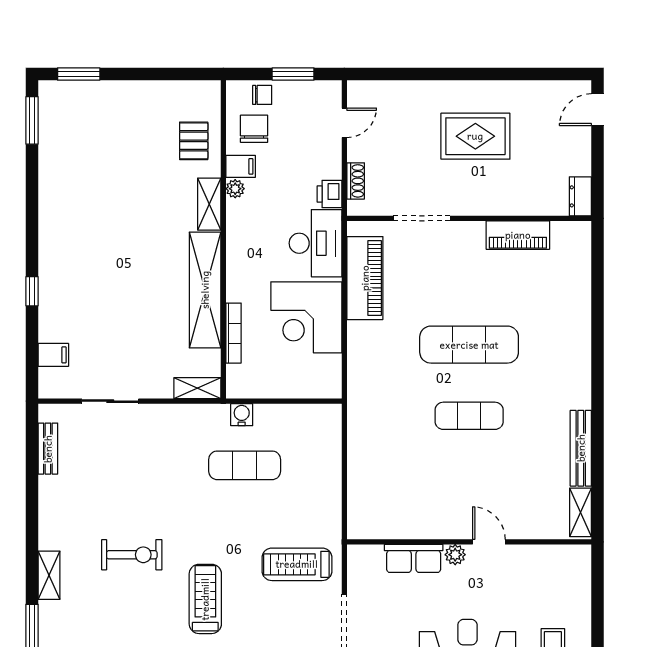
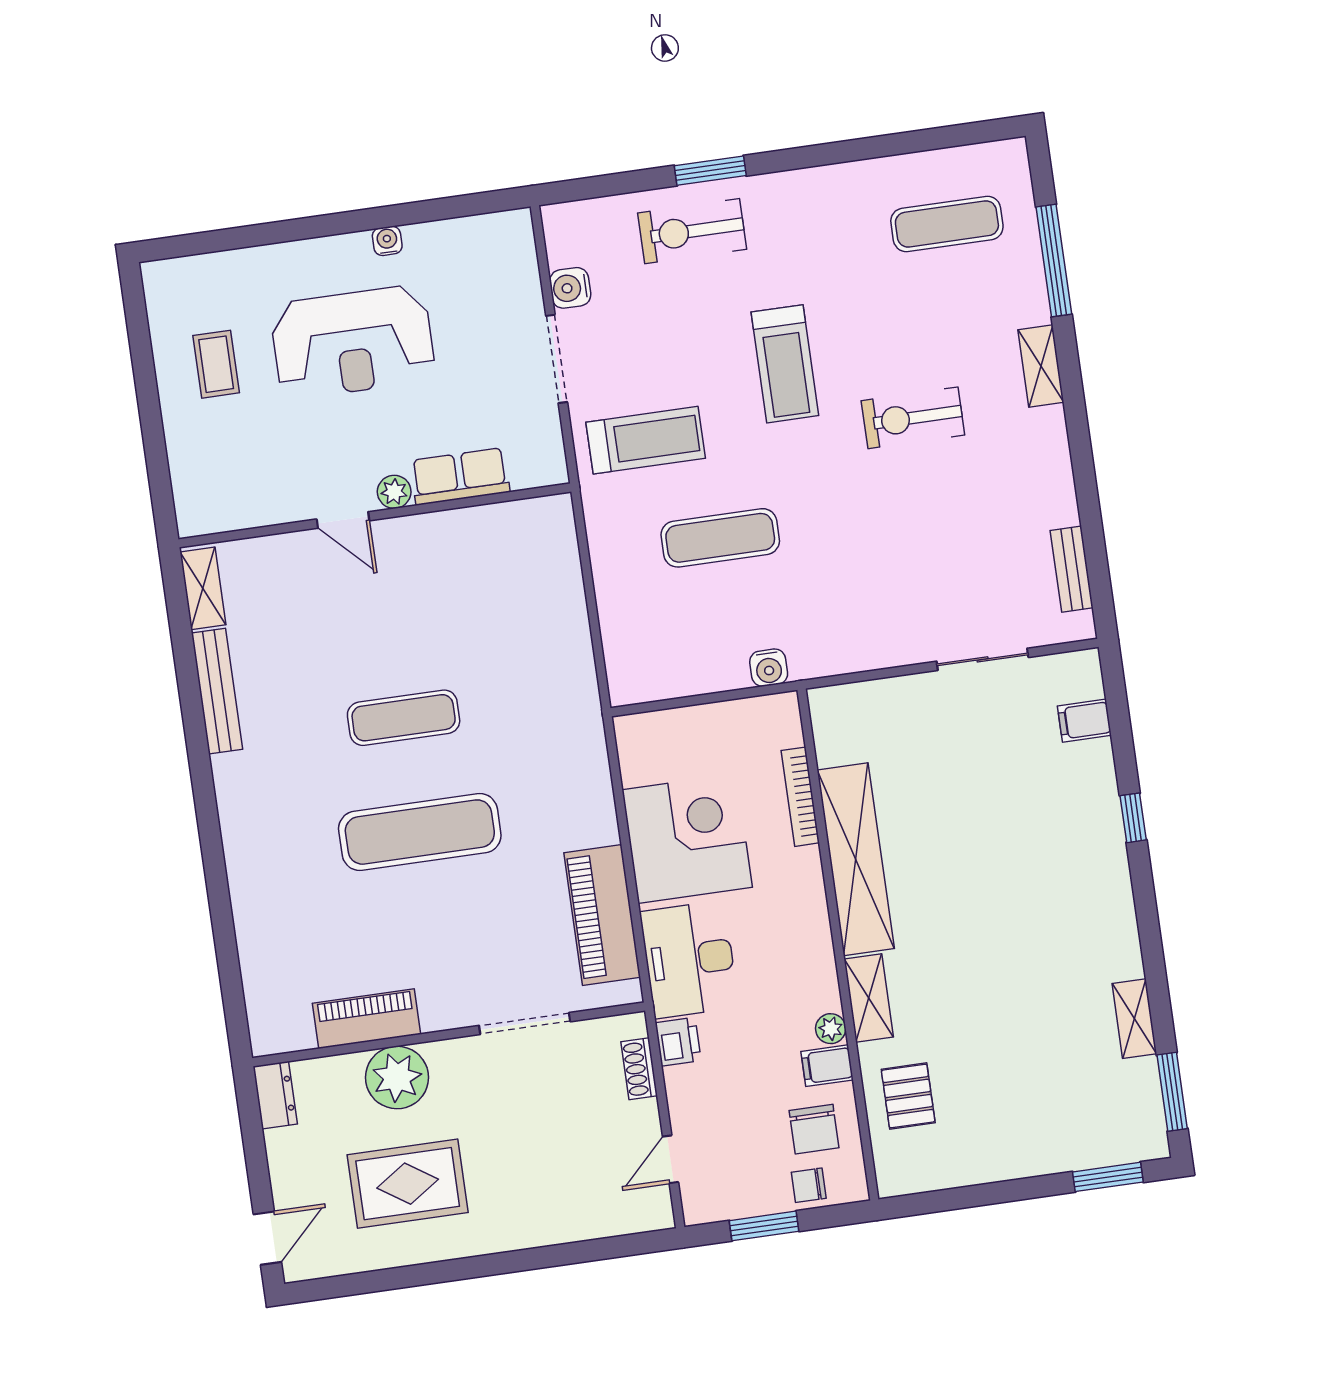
rug: (475, 136) -> (408, 1184), moved
plant: (504, 197) -> (397, 1077), added
shelving: (197, 388) -> (1134, 1019), moved, turned 90
exercise mat: (245, 465) -> (720, 538), moved

